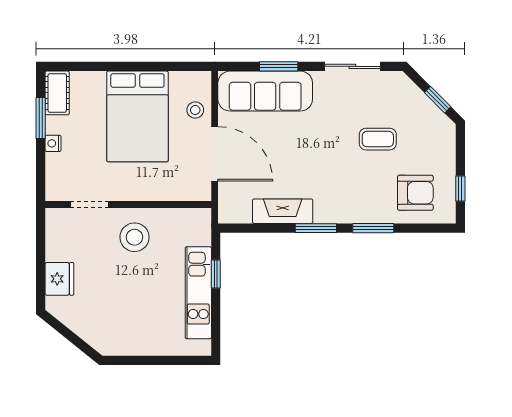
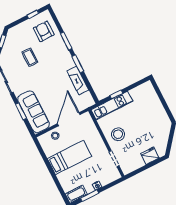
bed: (137, 116) -> (69, 157), width x0.67
kitchen unit: (198, 293) -> (112, 105), moved

